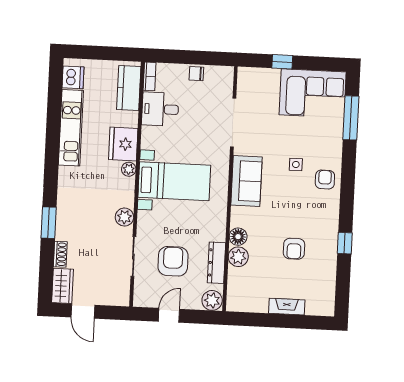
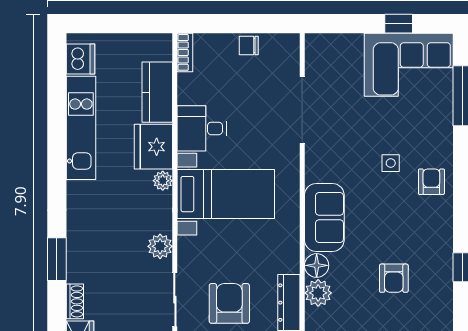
window: (282, 62) -> (399, 24), moved
kitchen counter: (129, 88) -> (157, 92), moved
desk: (160, 109) -> (202, 128), moved
sofa: (246, 181) -> (324, 217), moved

